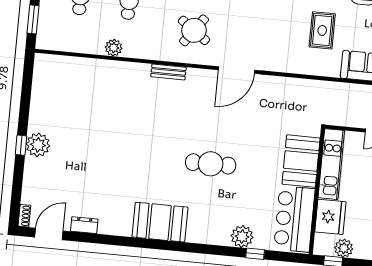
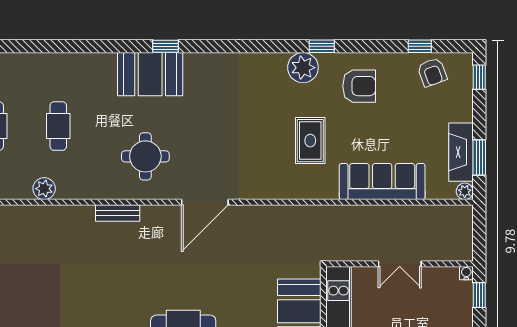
round table: (194, 30) -> (145, 156), turned -36

